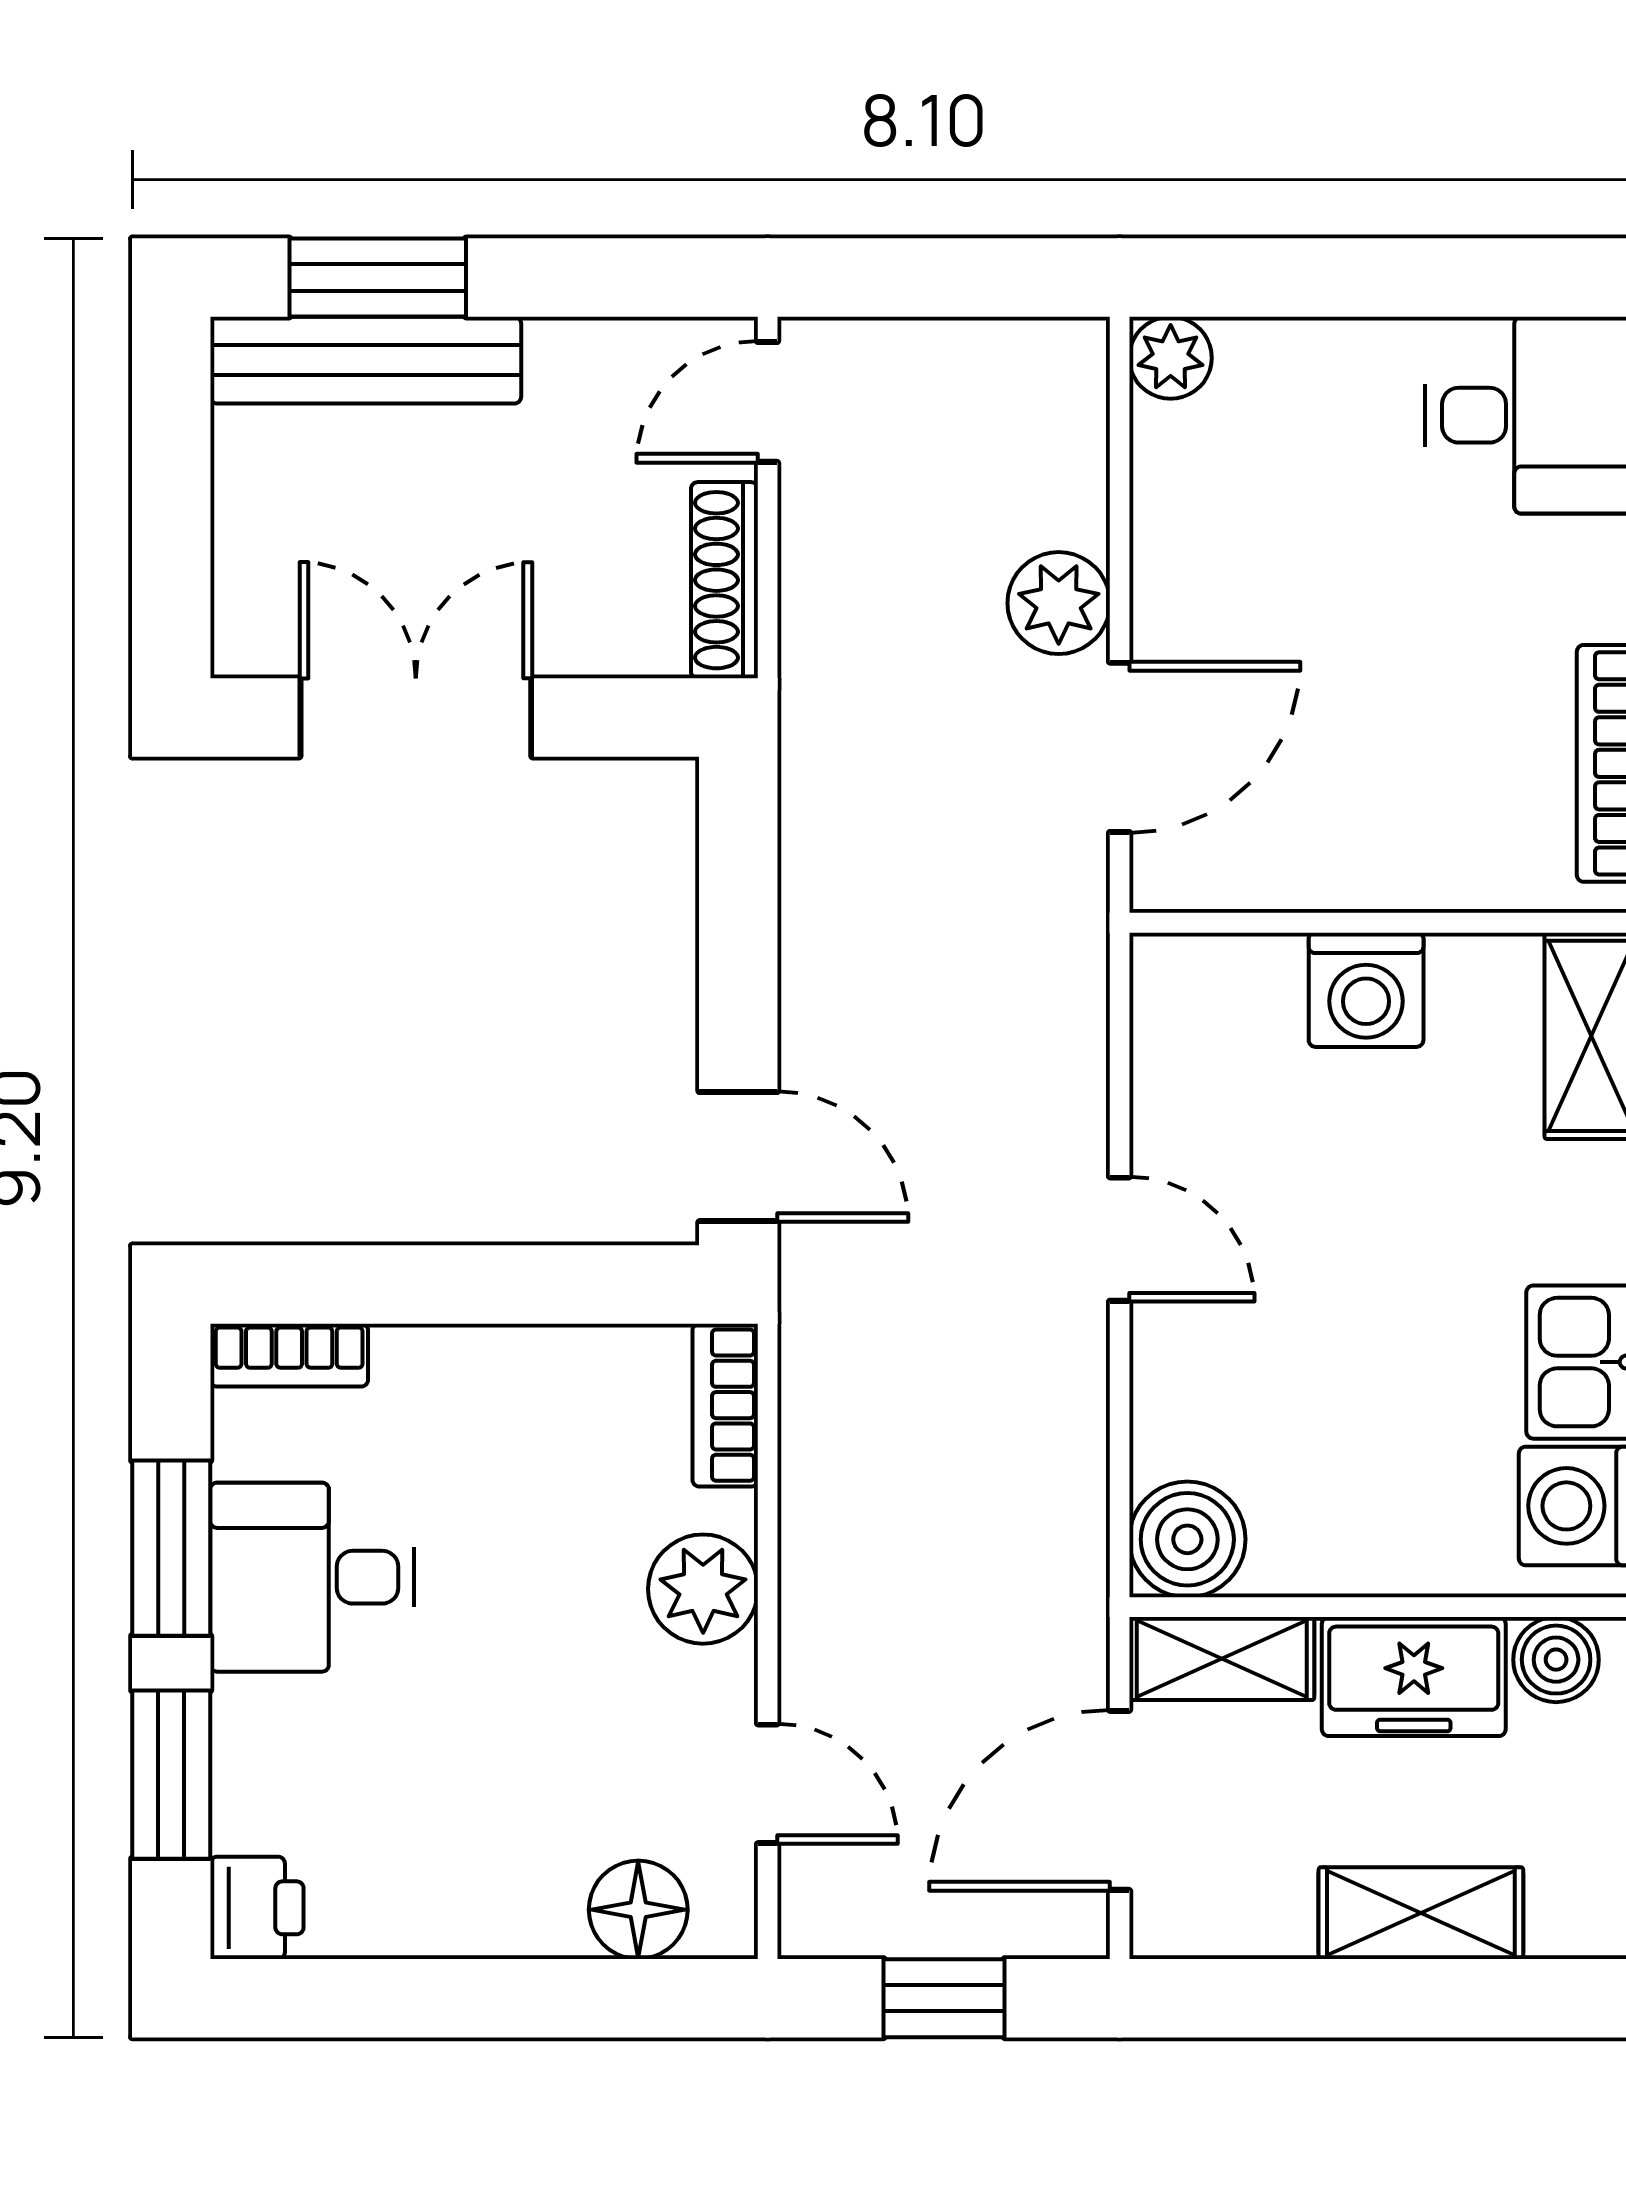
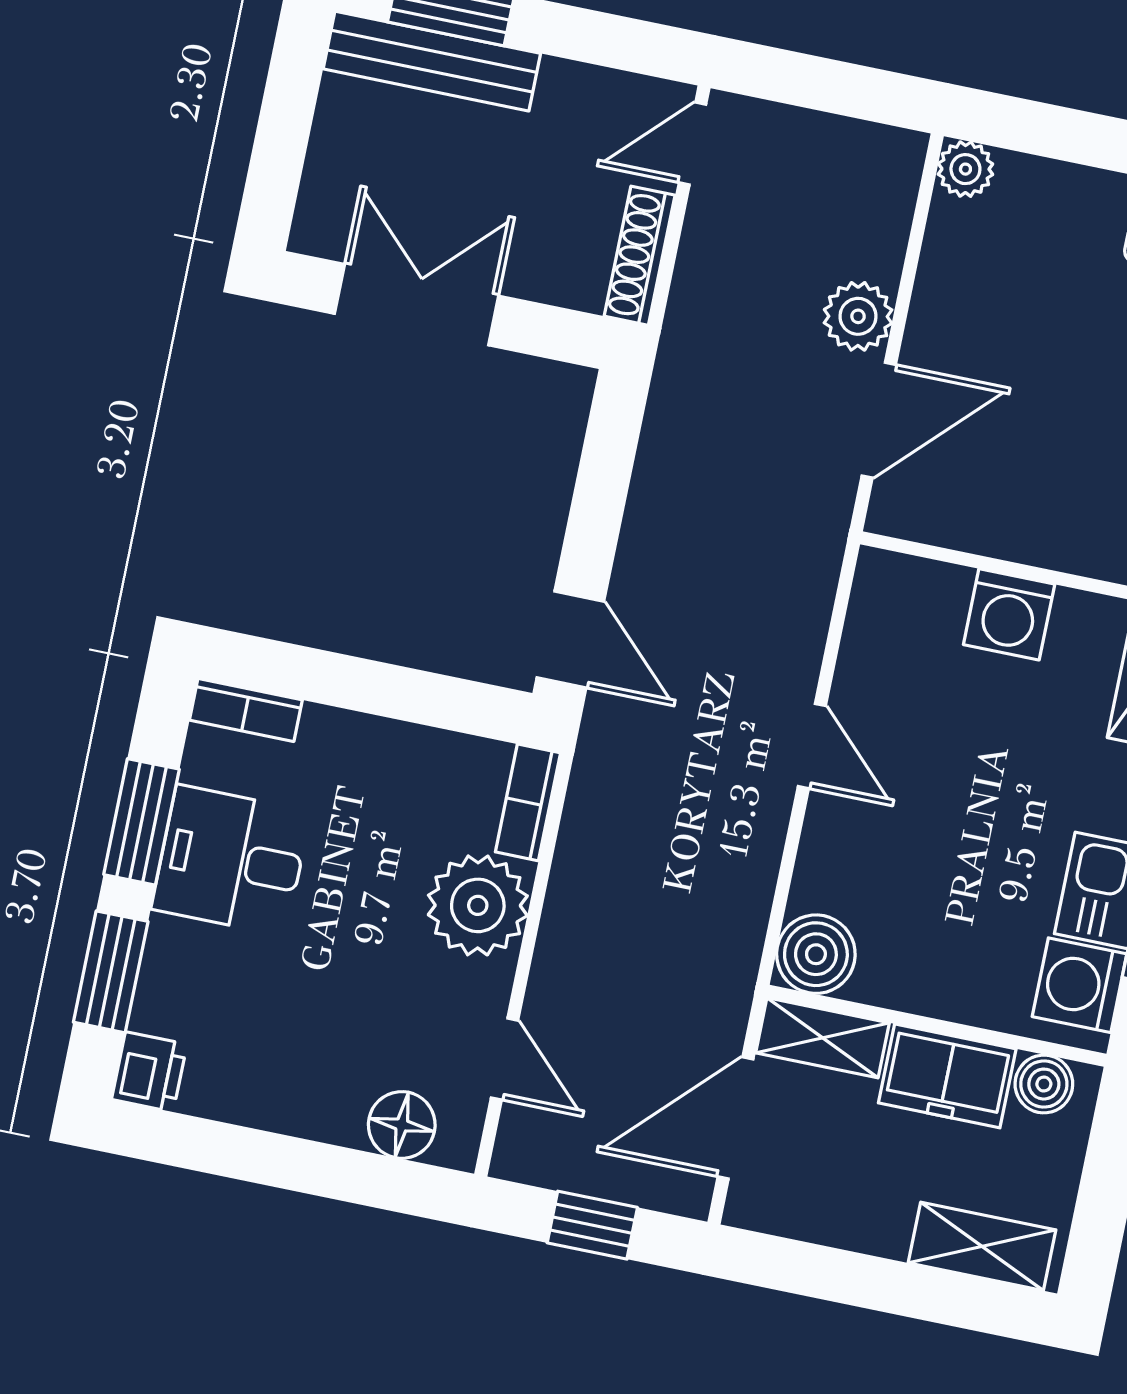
plant: (703, 1589) -> (478, 905), width x1.36, depth x1.36
shelving: (1421, 1913) -> (982, 1246), moved

